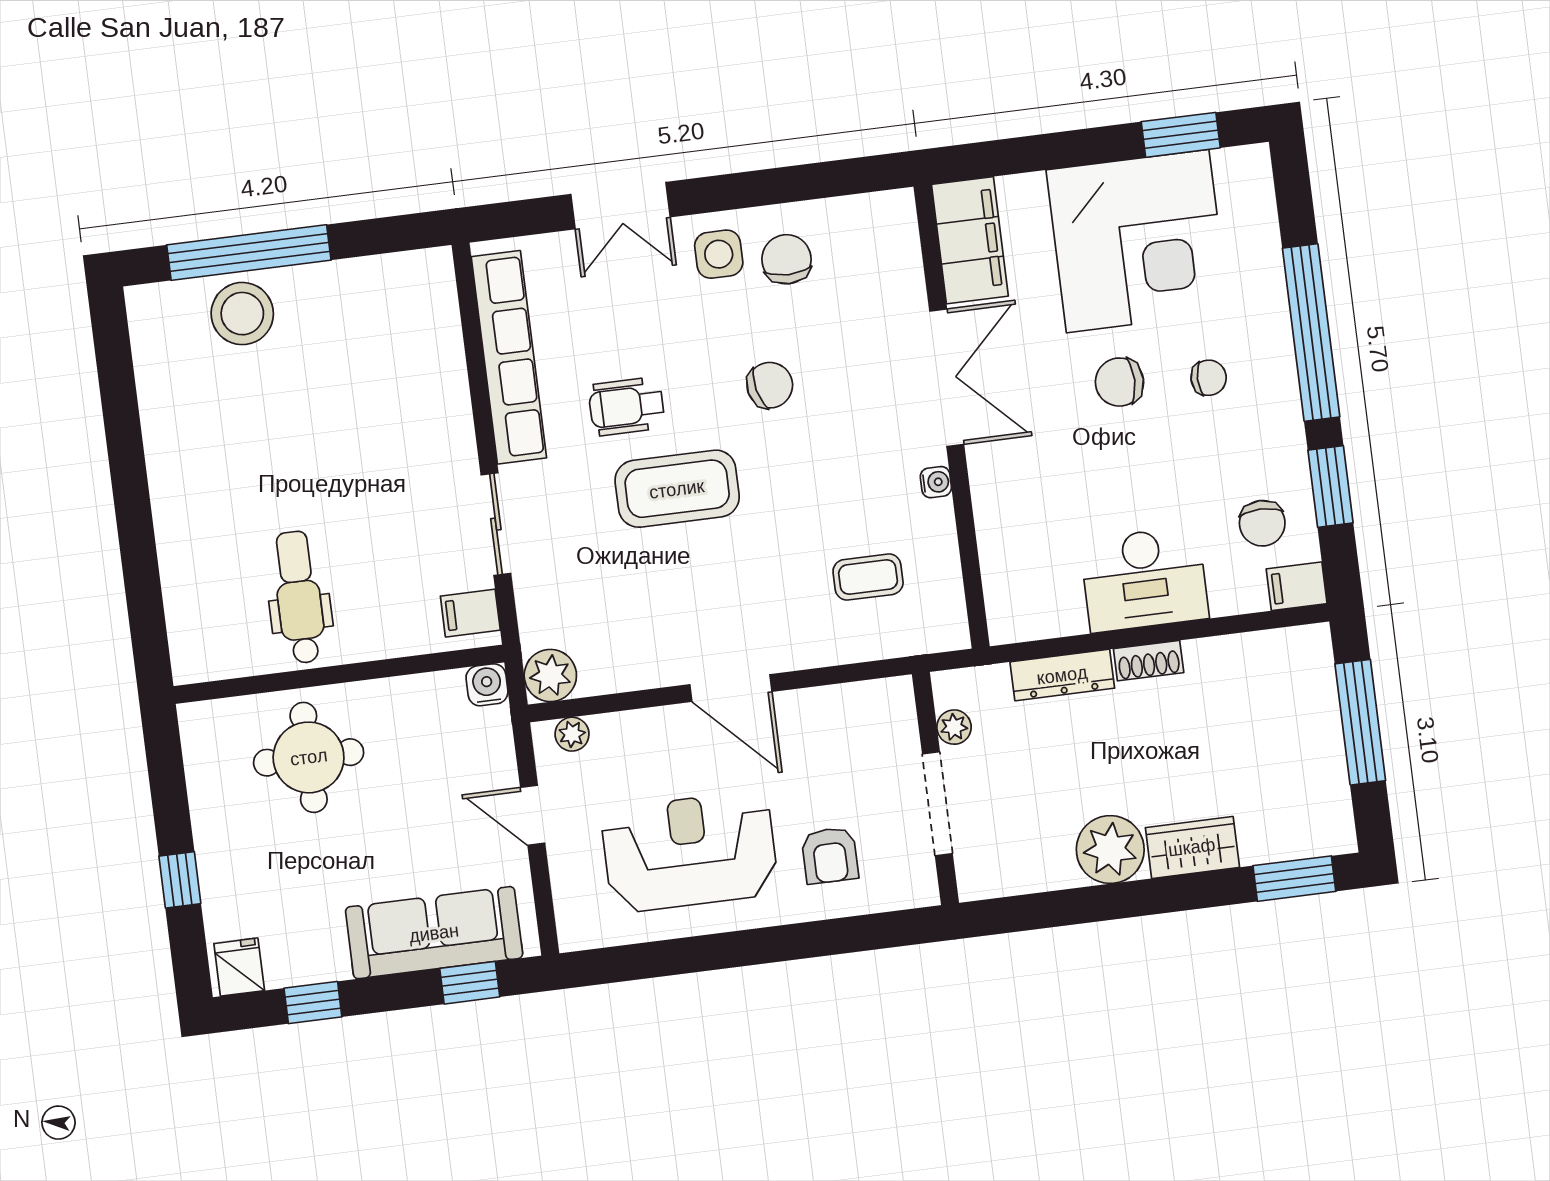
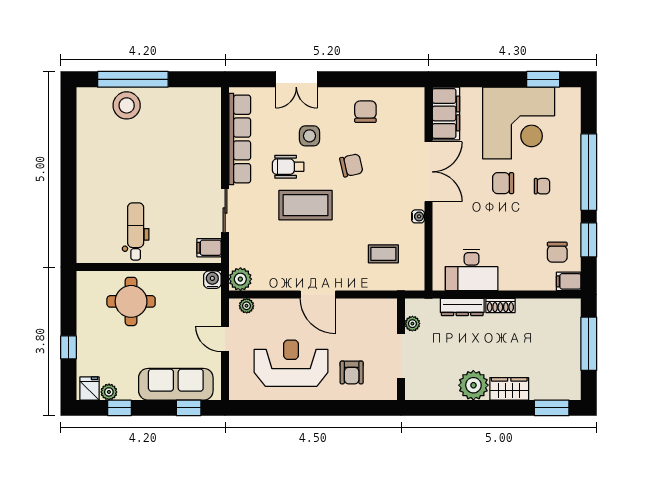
side table: (719, 254) -> (310, 136), moved
desk: (1144, 579) -> (472, 270), moved
plant: (284, 969) -> (109, 392), added

